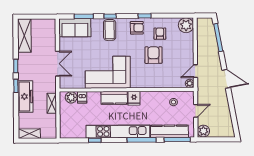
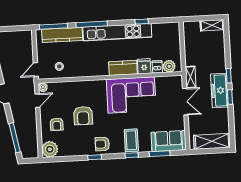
armchair: (160, 34) -> (57, 124), moved
shelving: (24, 36) -> (212, 141), moved, turned 90
double door: (58, 64) -> (185, 102), swing flipped
freezer: (25, 97) -> (219, 90), moved
fridge: (134, 98) -> (144, 66), moved
shelving: (52, 103) -> (191, 77), moved
door: (196, 111) -> (36, 70), moved
plant: (203, 131) -> (26, 37), removed

